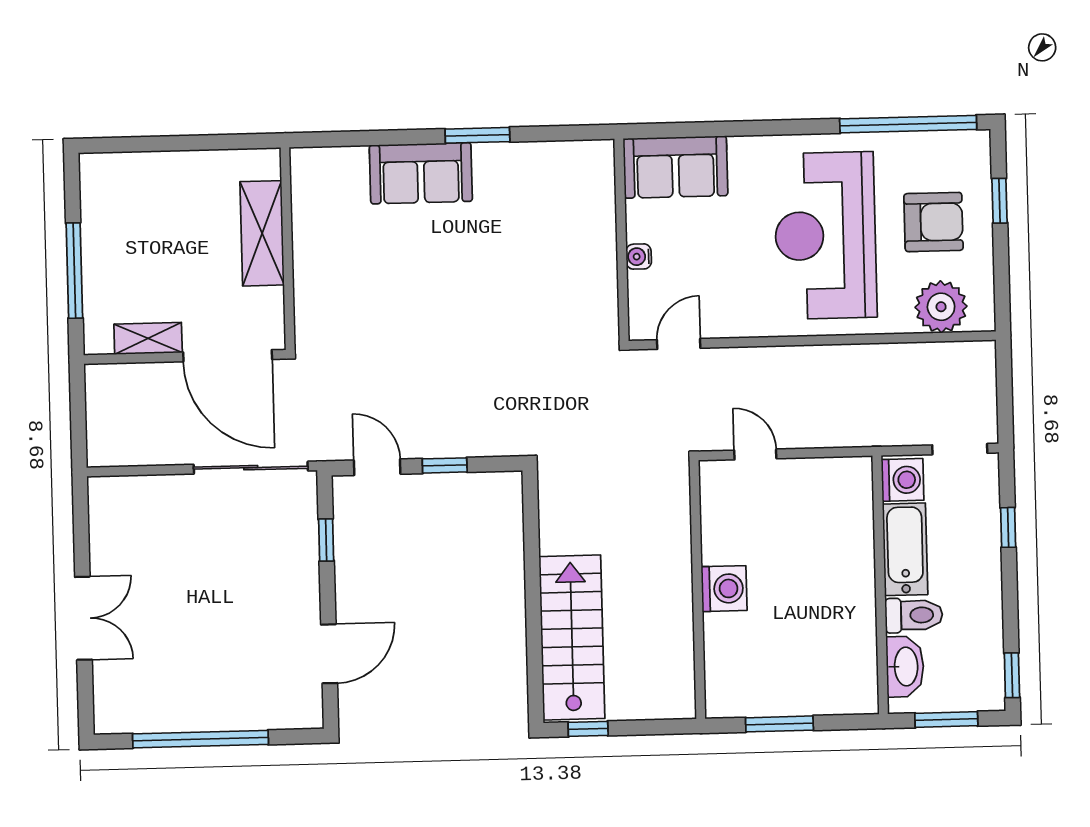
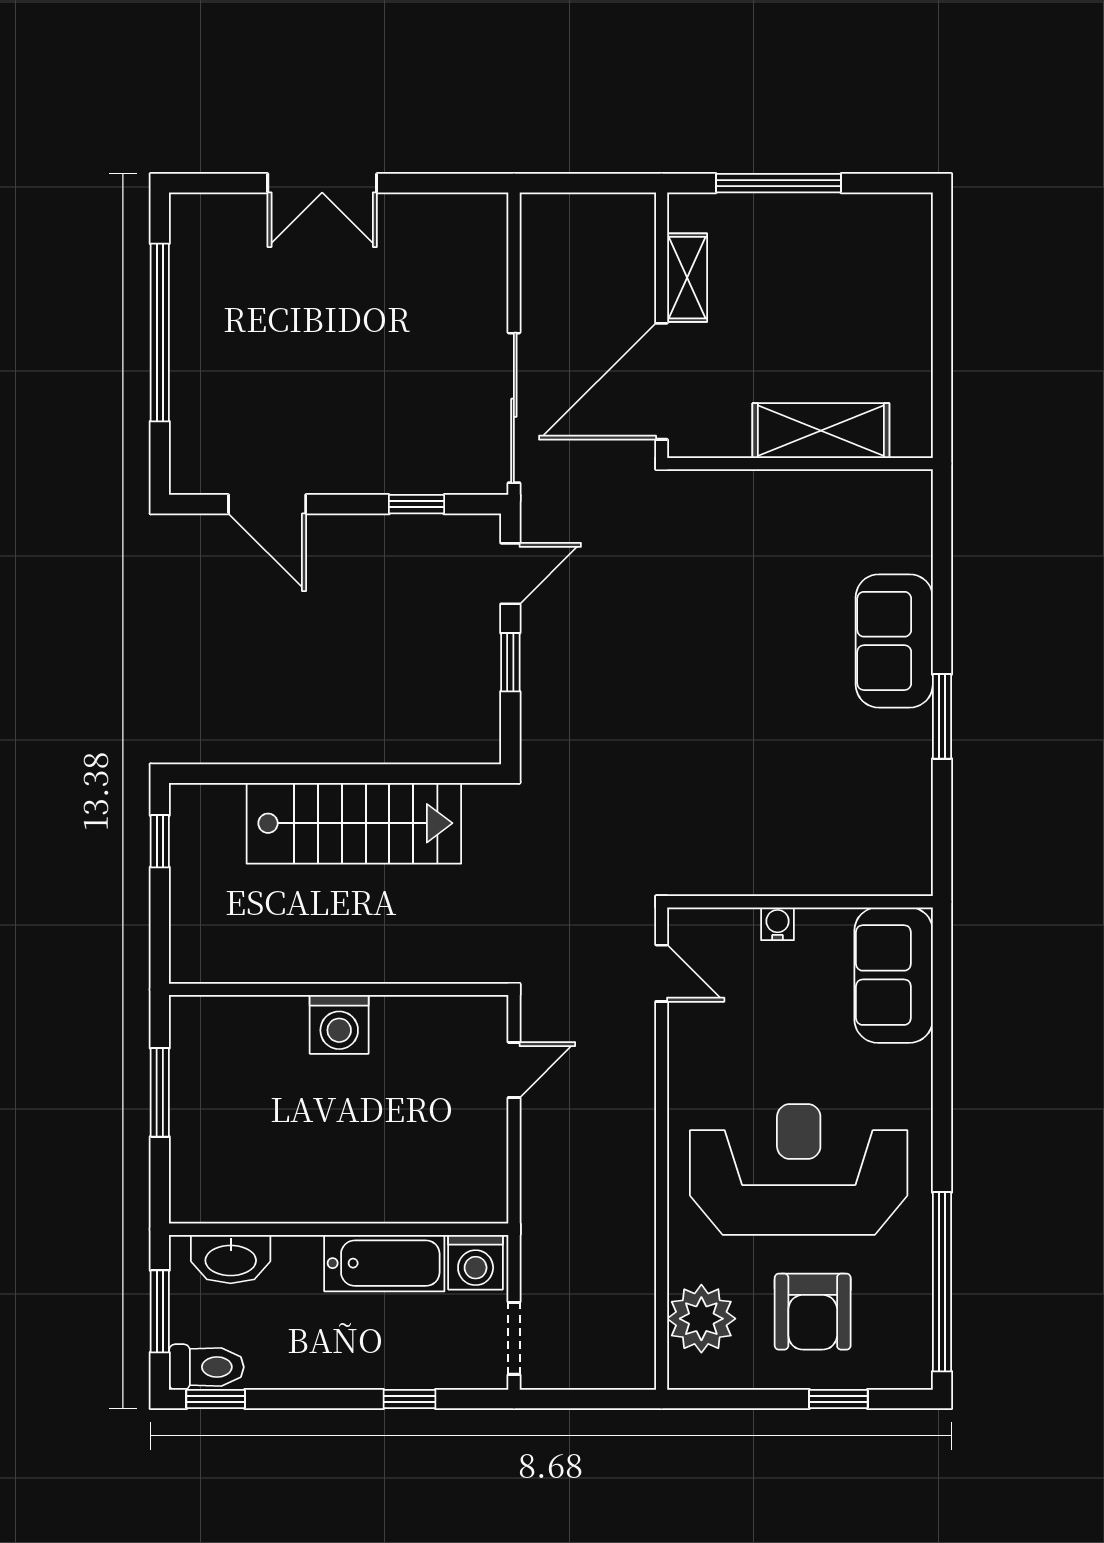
toilet: (914, 615) -> (206, 1367), moved, turned -90
stairs: (572, 638) -> (354, 823), moved

